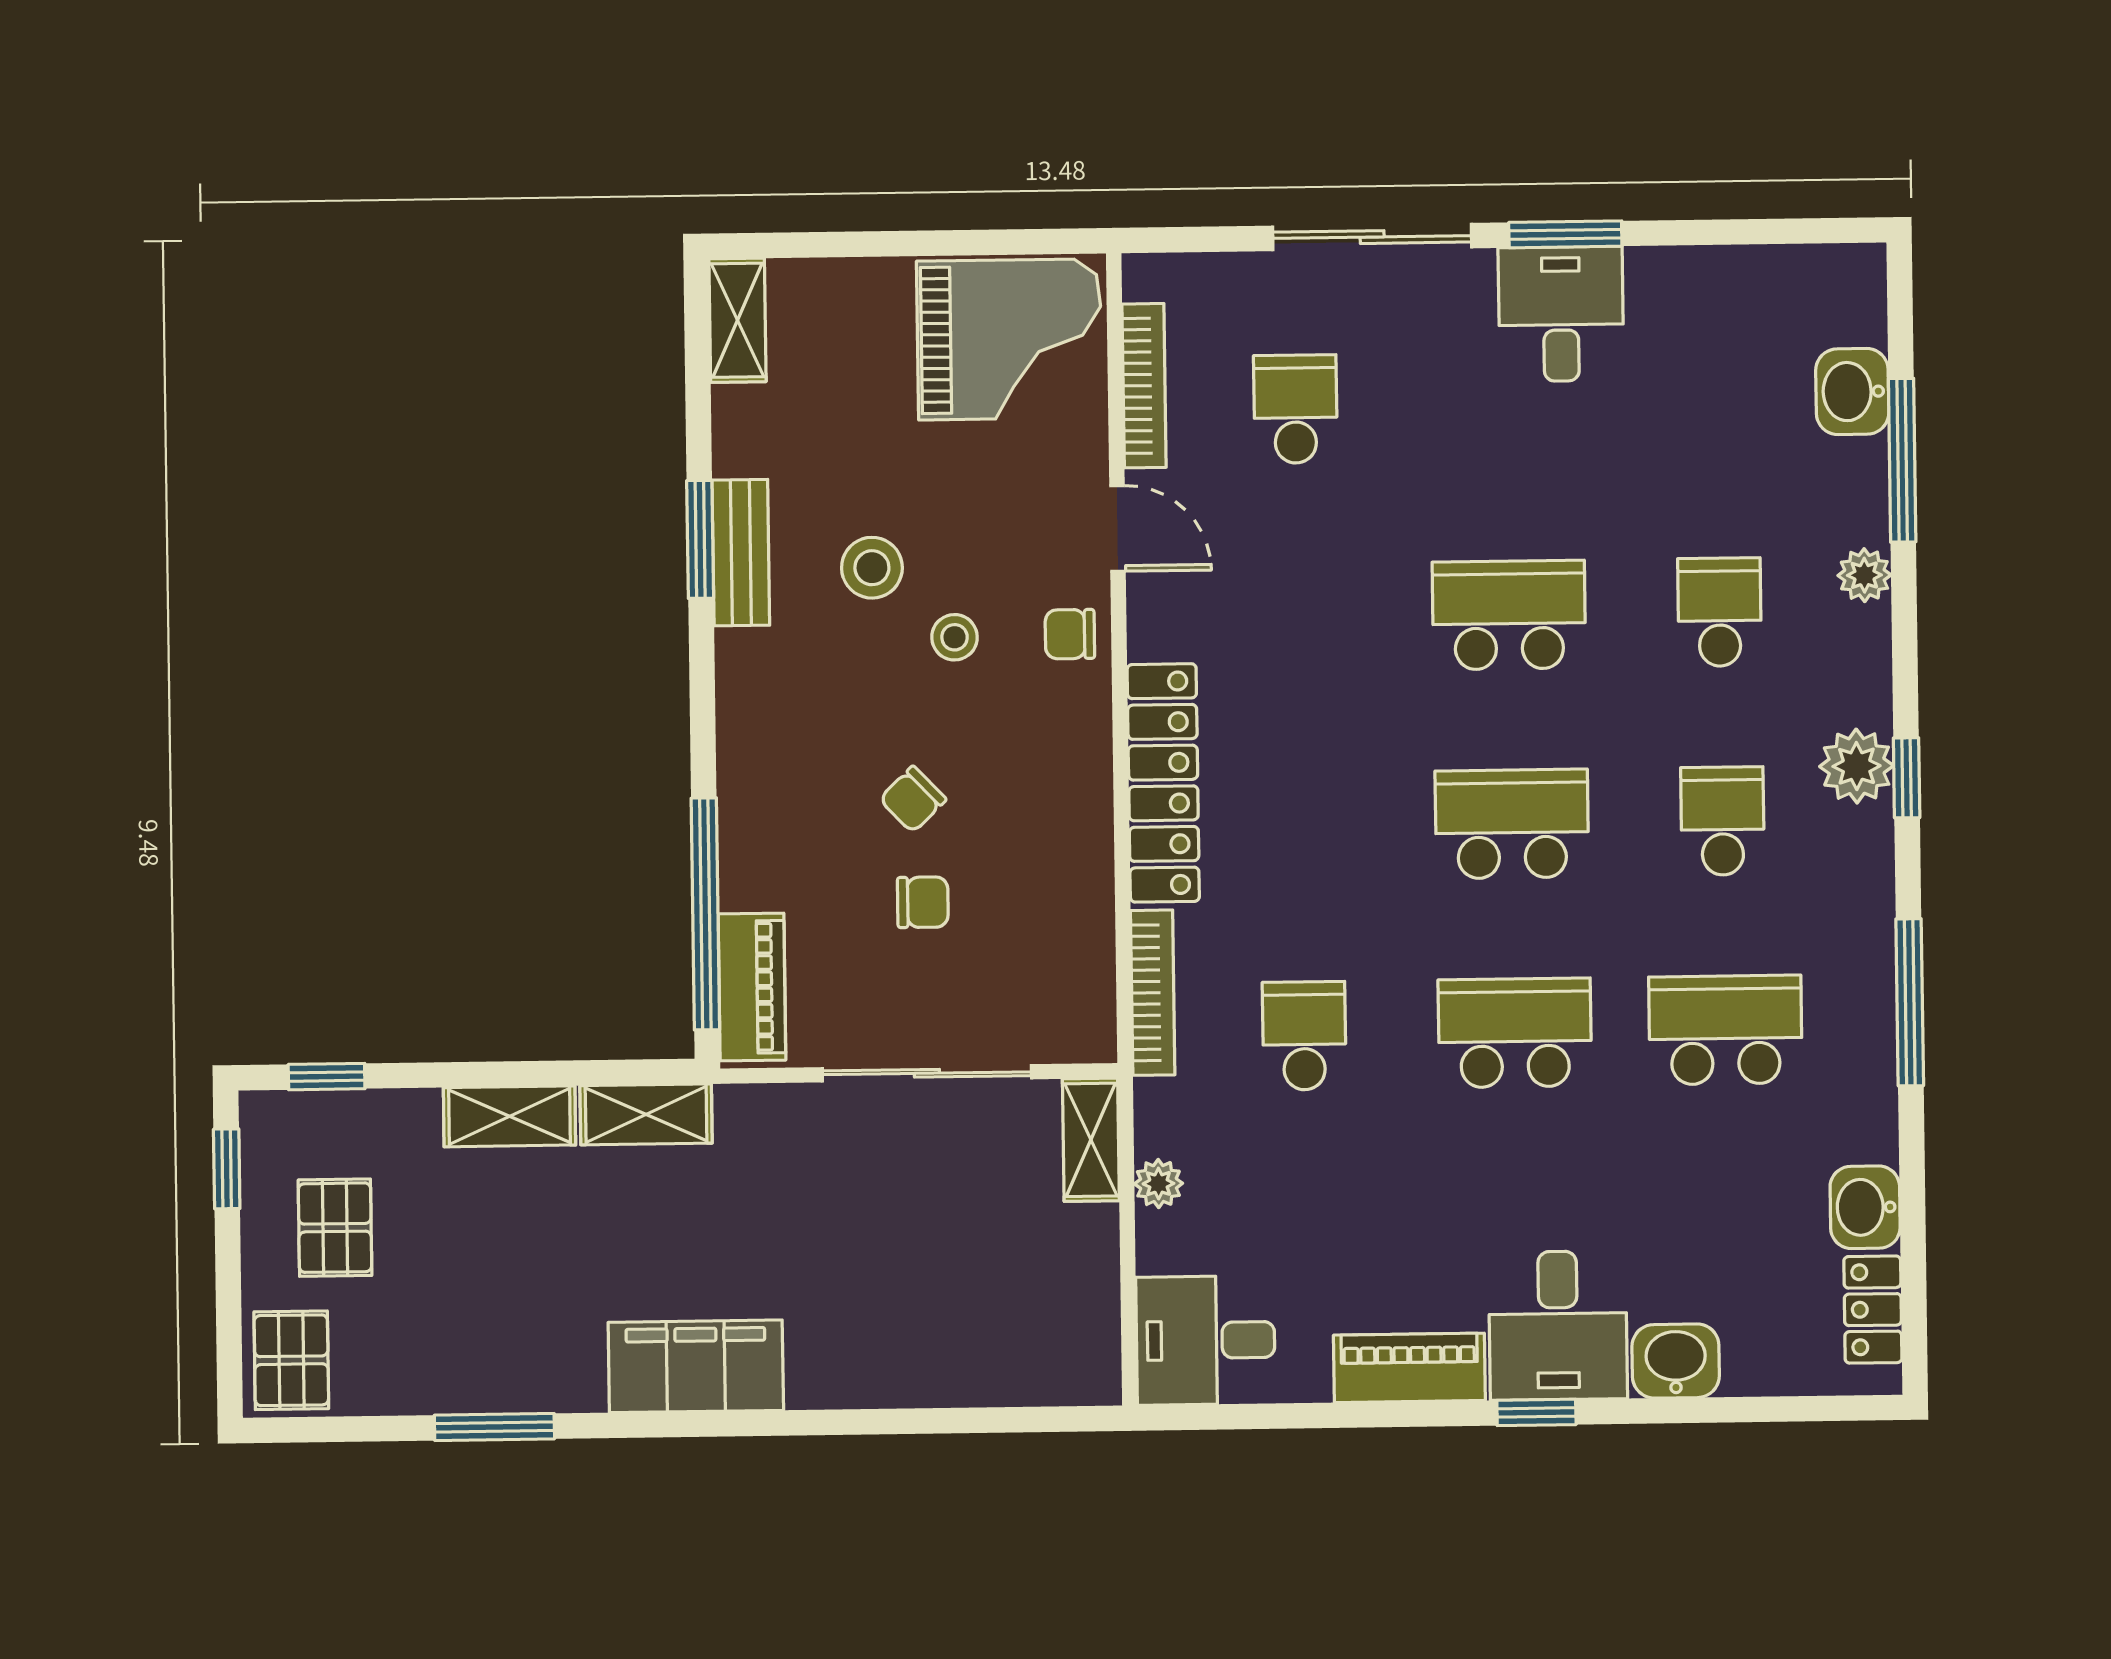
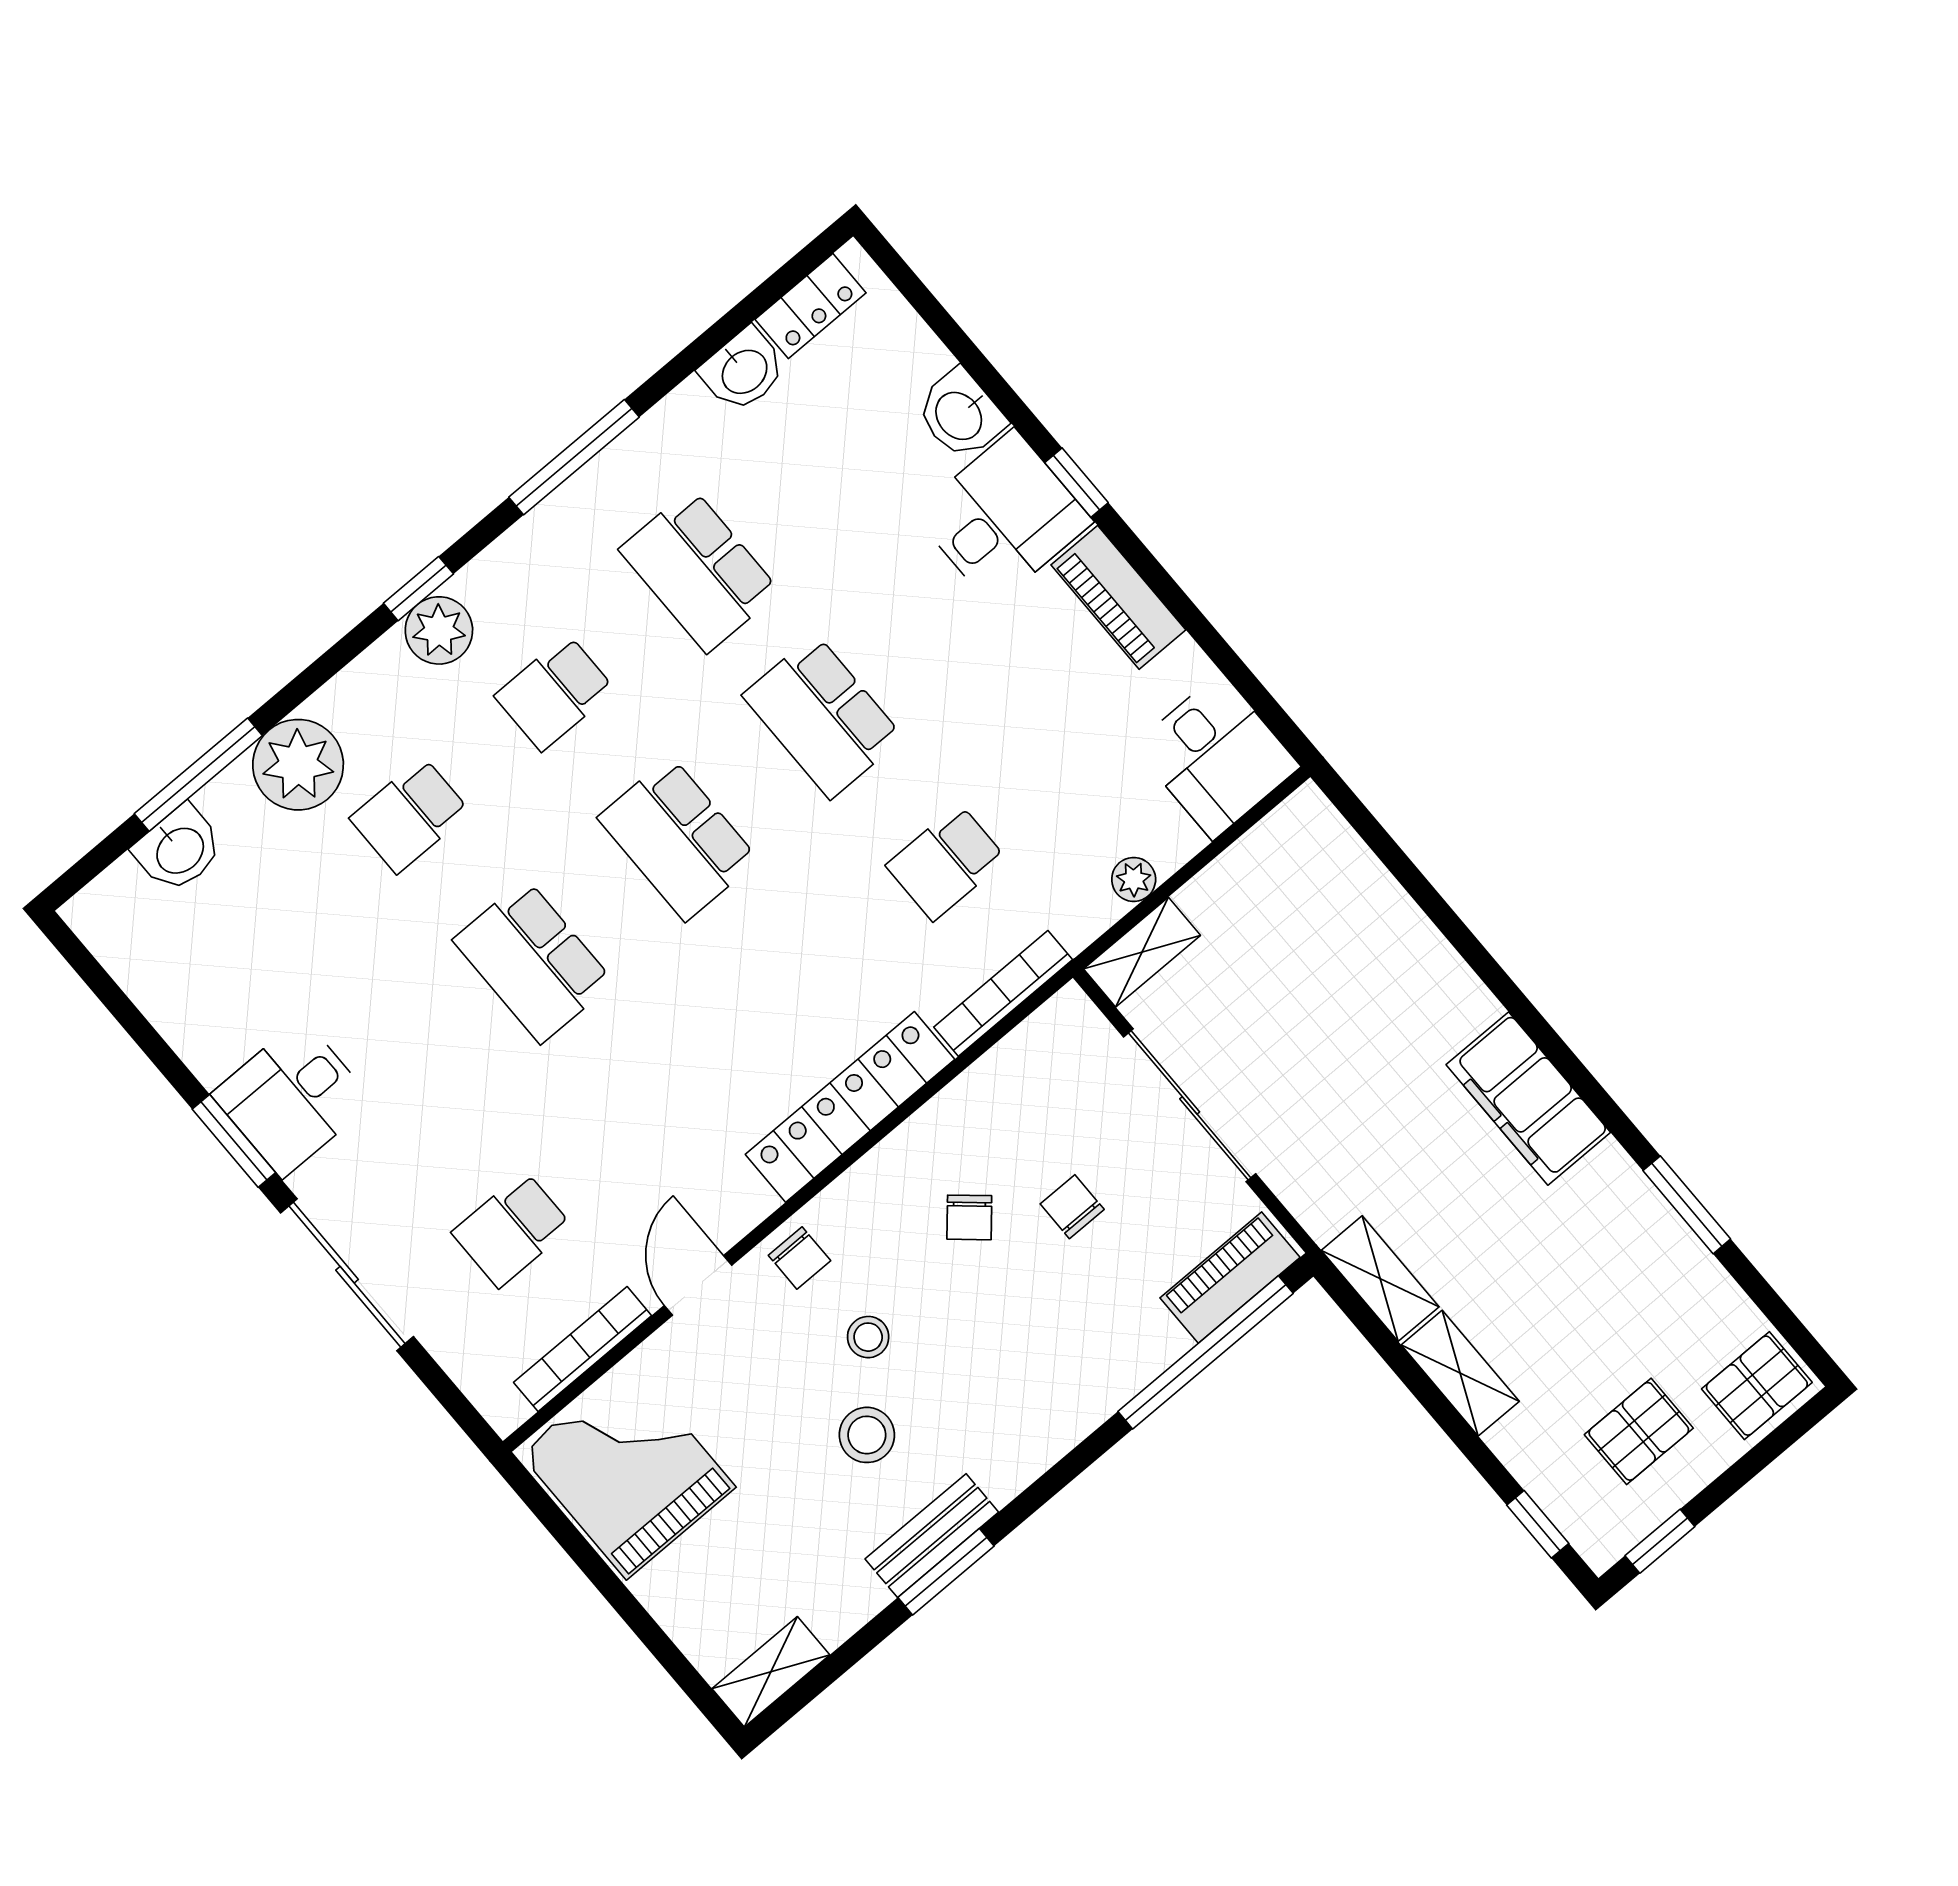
plant: (1864, 575) -> (298, 765), width x1.87, depth x1.87
chair: (913, 799) -> (969, 1217), moved, turned 85

